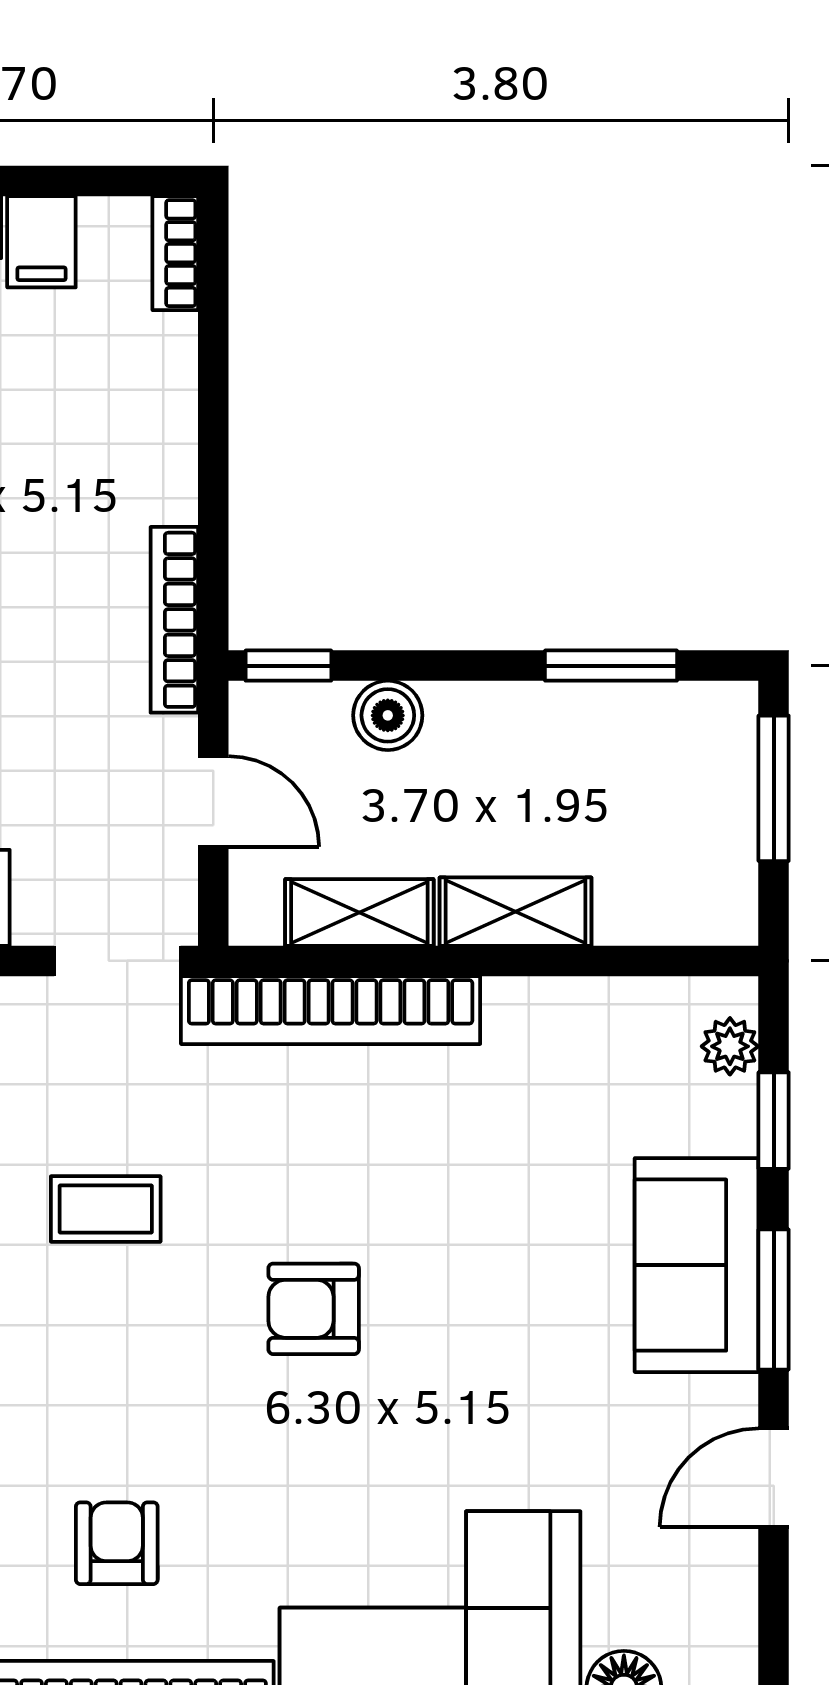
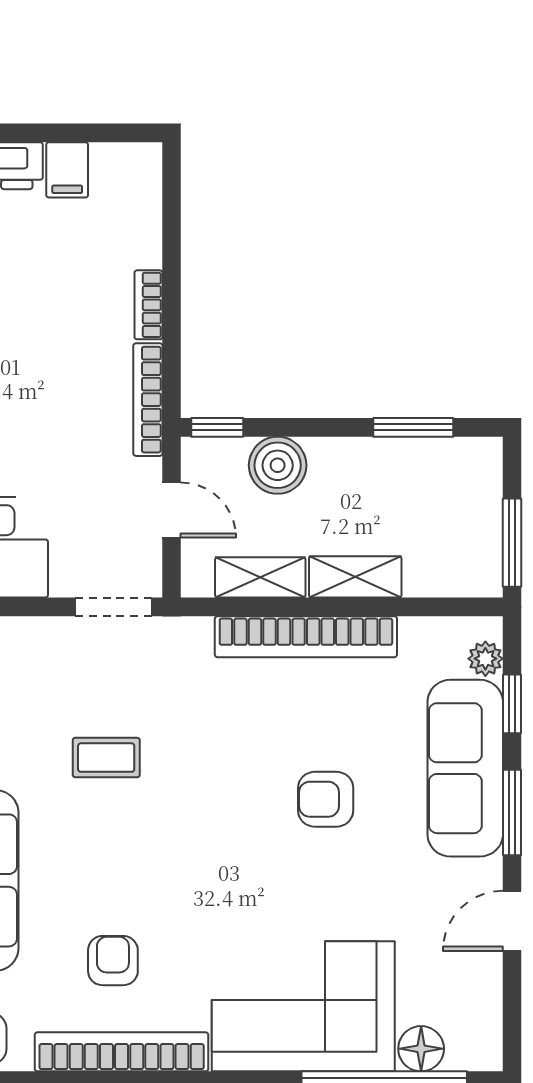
bookcase: (175, 253) -> (148, 305), moved
boiler: (388, 715) -> (278, 465), width x1.36, depth x1.36
window: (774, 788) -> (512, 543), moved
bookcase: (331, 1010) -> (306, 637), moved
sofa: (697, 1265) -> (465, 768), width x1.36
armchair: (314, 1309) -> (326, 799), moved

